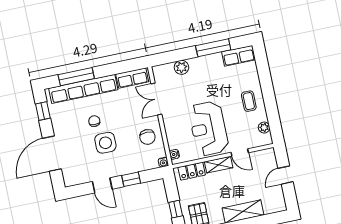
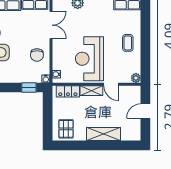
double door: (156, 99) -> (51, 25), swing flipped
plant: (264, 128) -> (136, 78), moved
window: (131, 179) -> (29, 87), moved
window: (176, 209) -> (48, 120), removed

